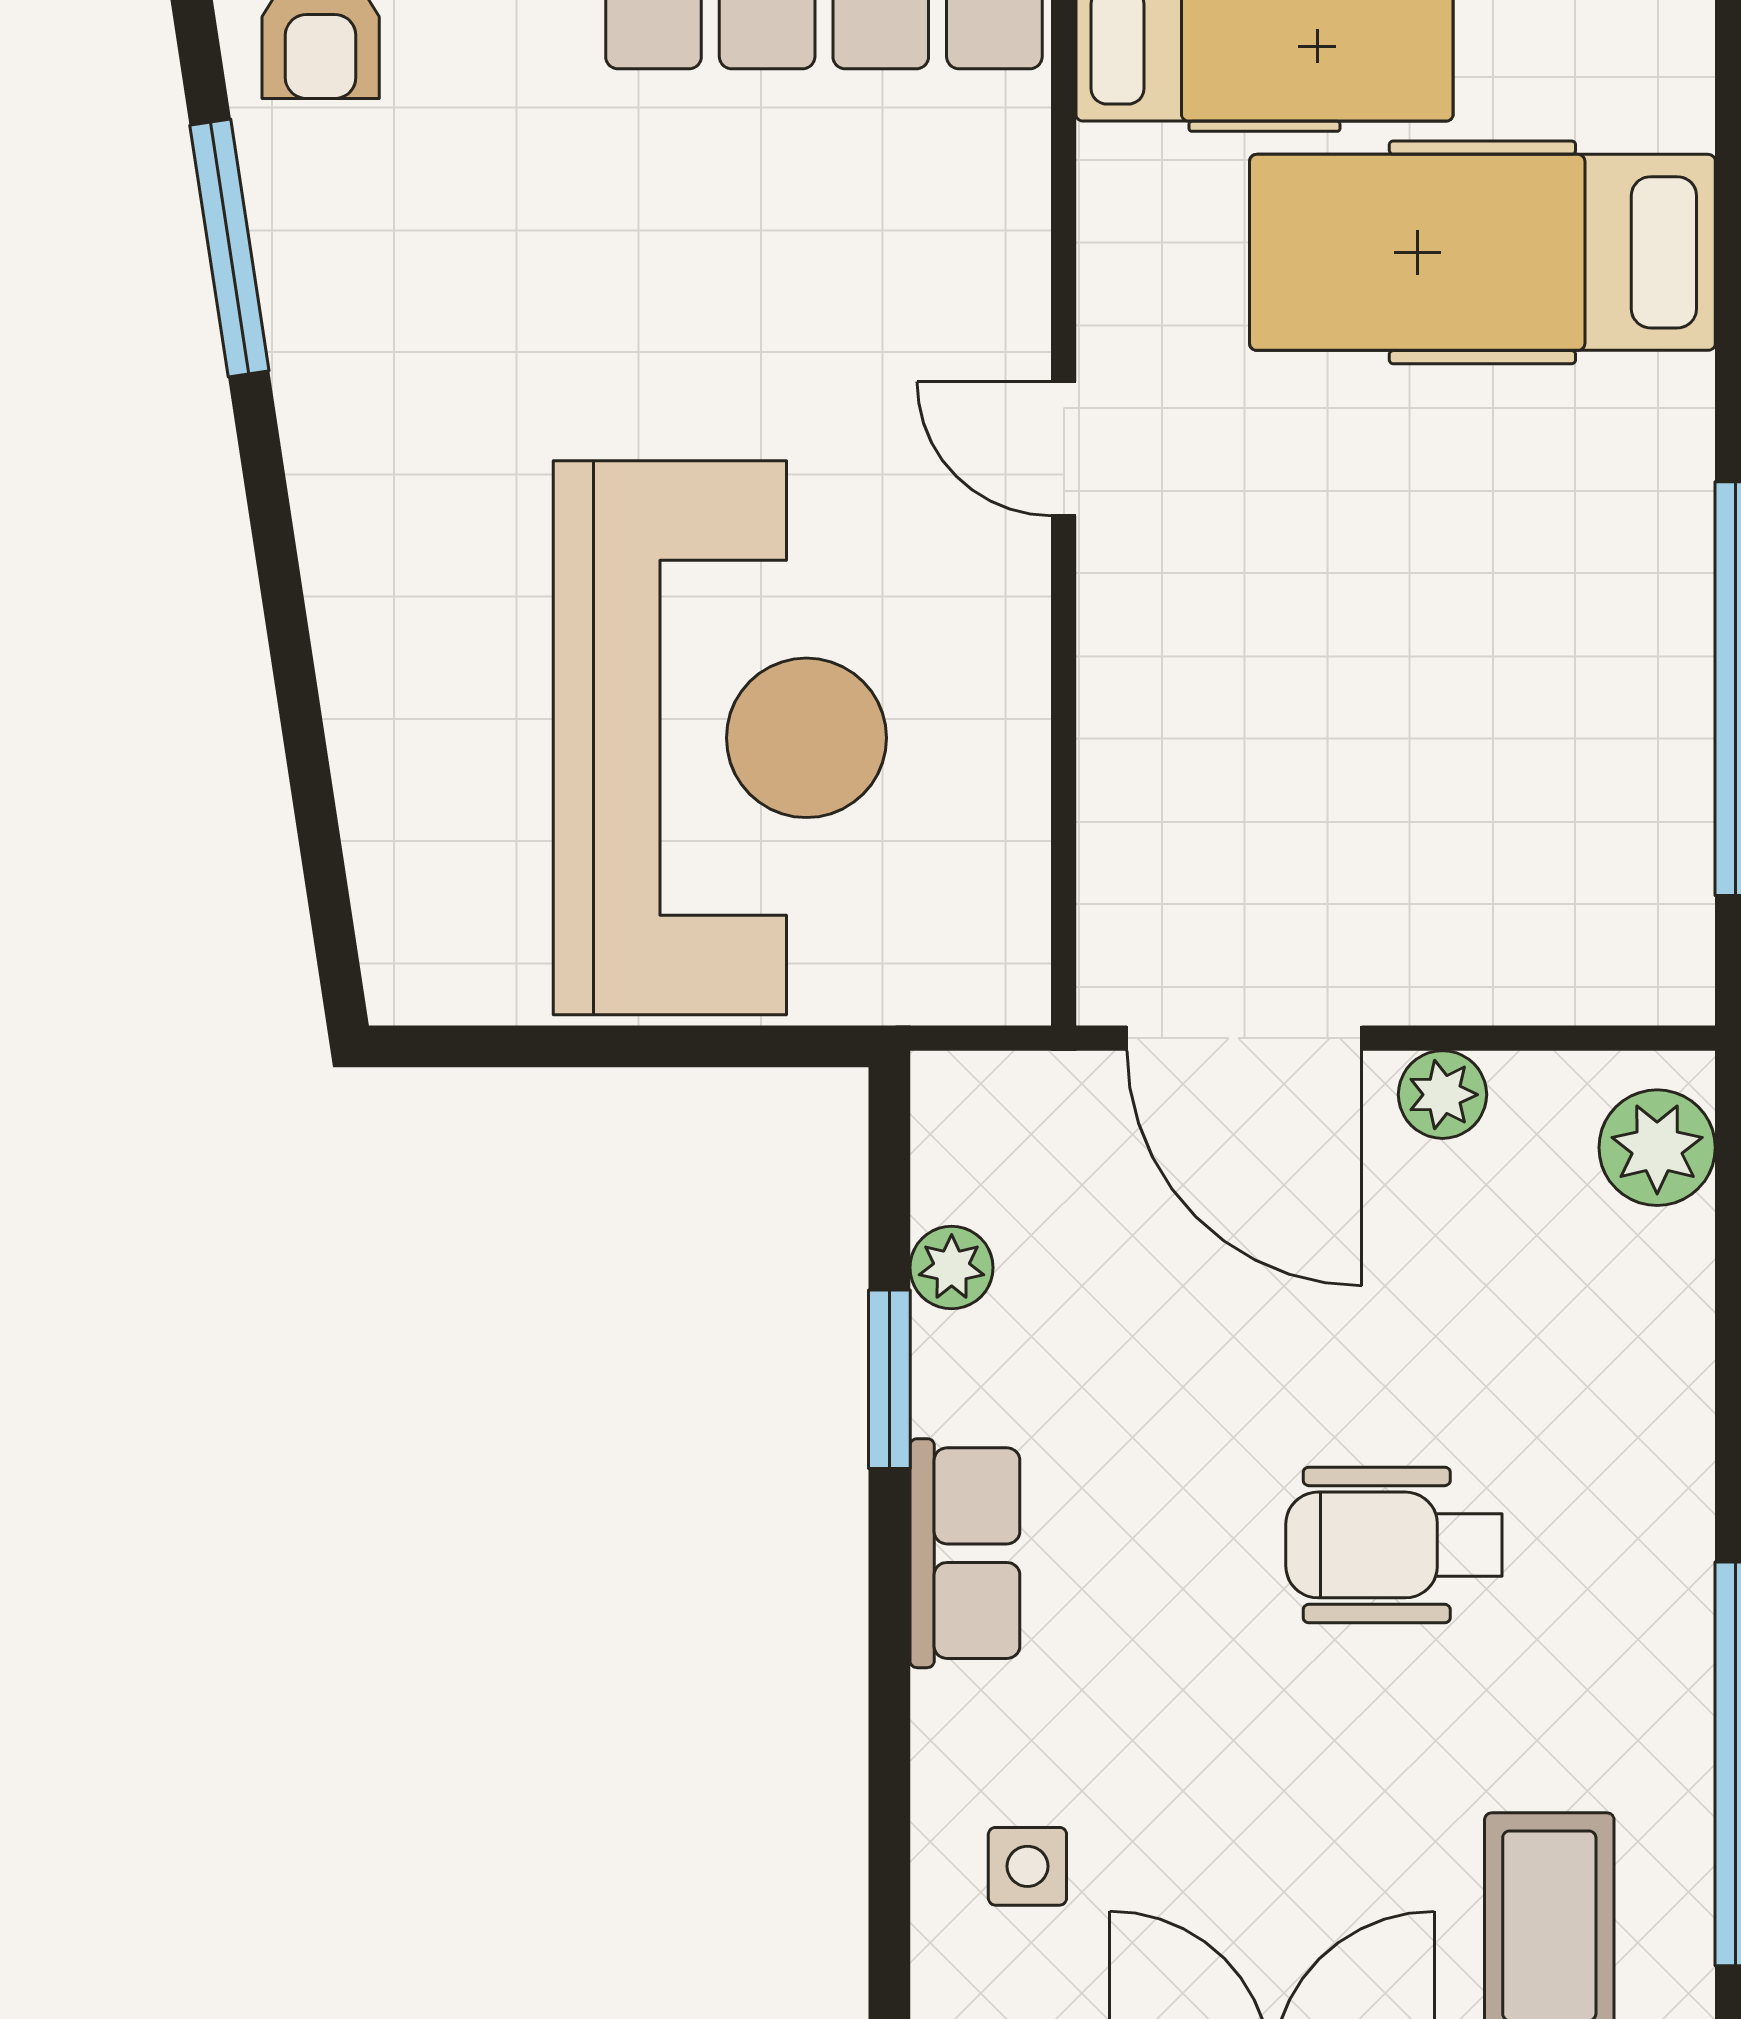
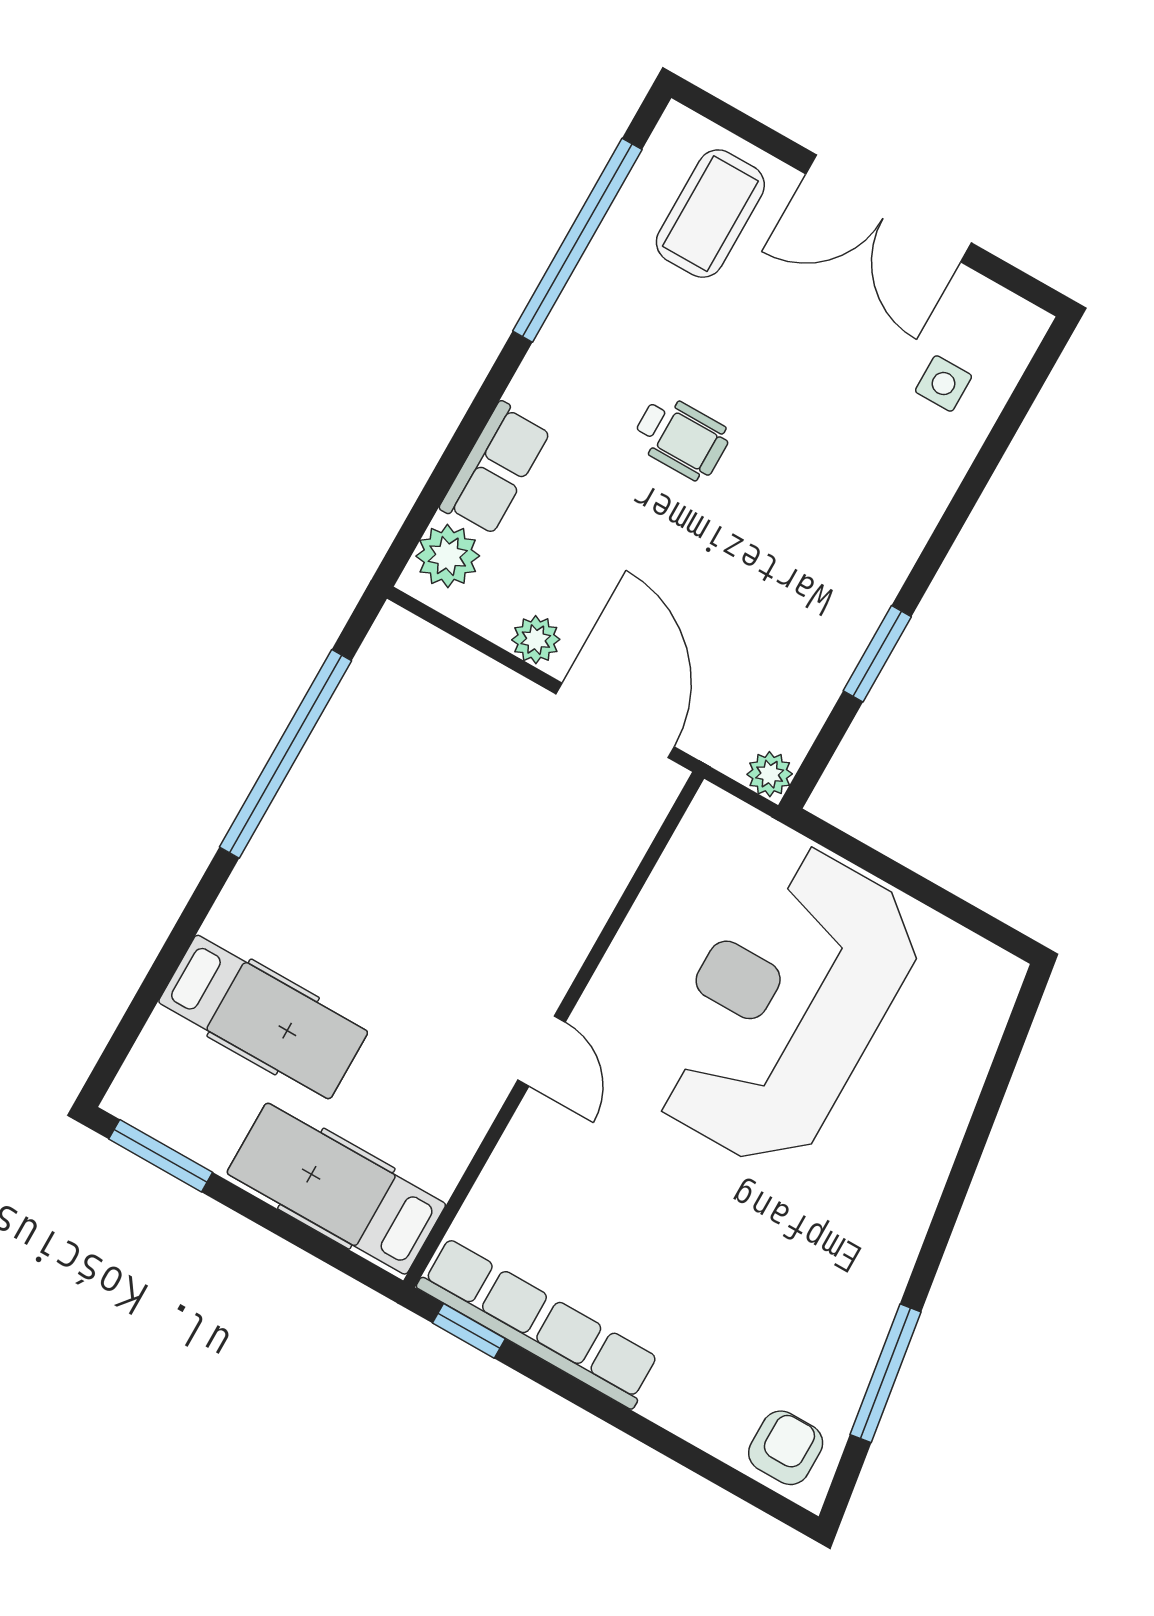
hospital bed: (1482, 252) -> (263, 1017), width x0.73, depth x0.78
plant: (952, 1268) -> (770, 774), moved
wheelchair: (1394, 1545) -> (681, 438), width x0.73, depth x0.73
row of seats: (965, 1553) -> (495, 469), moved, turned 180

